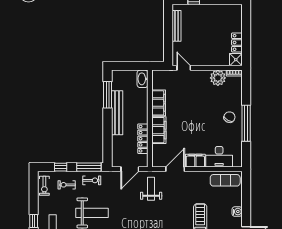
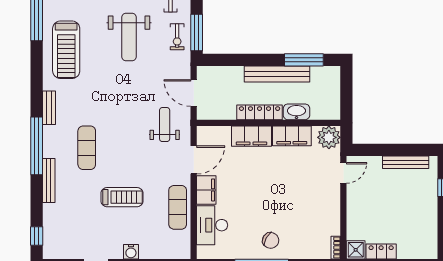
plant: (218, 78) -> (329, 137), moved
washbasin: (143, 79) -> (296, 112), moved
locker: (143, 139) -> (260, 112), moved
door: (175, 169) -> (194, 160), hinge flipped
exercise mat: (225, 180) -> (178, 207), moved
weight bench: (151, 189) -> (165, 125), turned -90

